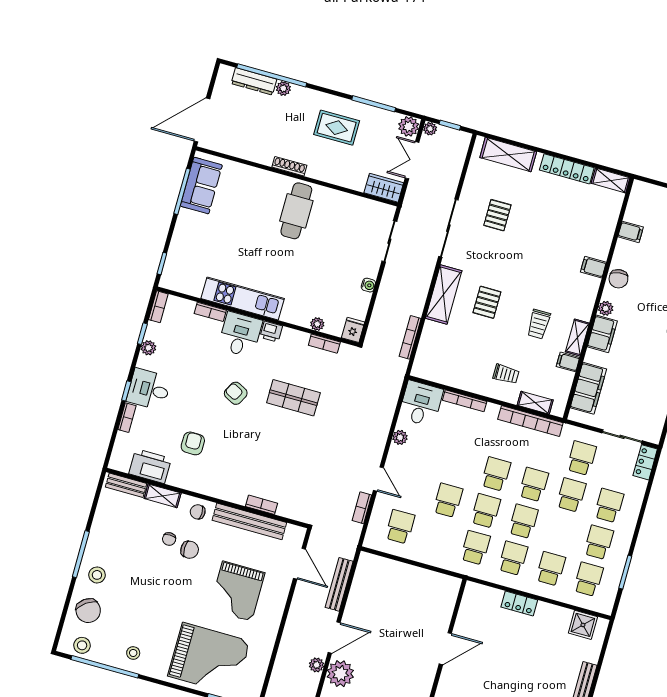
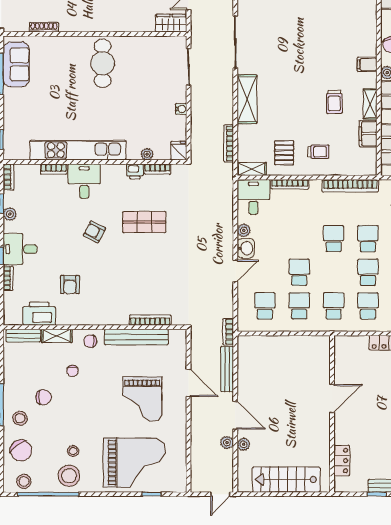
shoe rack: (289, 166) -> (44, 27), moved
pallet: (497, 215) -> (274, 19), removed
filing cabinet: (593, 267) -> (367, 64), moved
kitchen unit: (243, 299) -> (78, 150), width x1.36
pallet: (487, 302) -> (284, 153), moved
printer: (271, 332) -> (135, 171), moved
filing cabinet: (568, 362) -> (368, 134), width x2.00
shelving: (535, 403) -> (252, 169), moved
armchair: (193, 443) -> (70, 284), turned 180
washbasin: (397, 458) -> (246, 248), added
door: (378, 479) -> (235, 271), hinge flipped
bookcase: (262, 505) -> (150, 320), width x1.56
bookcase: (362, 508) -> (228, 332), moved
school desk: (486, 511) -> (299, 306), moved
chair: (190, 550) -> (44, 397), moved
door: (299, 564) -> (189, 383), moved
stool: (145, 627) -> (73, 451), added
door: (334, 638) -> (235, 415), hinge flipped
stool: (133, 653) -> (69, 476), width x1.89, depth x1.89
plant: (340, 674) -> (244, 444), width x0.53, depth x0.53

